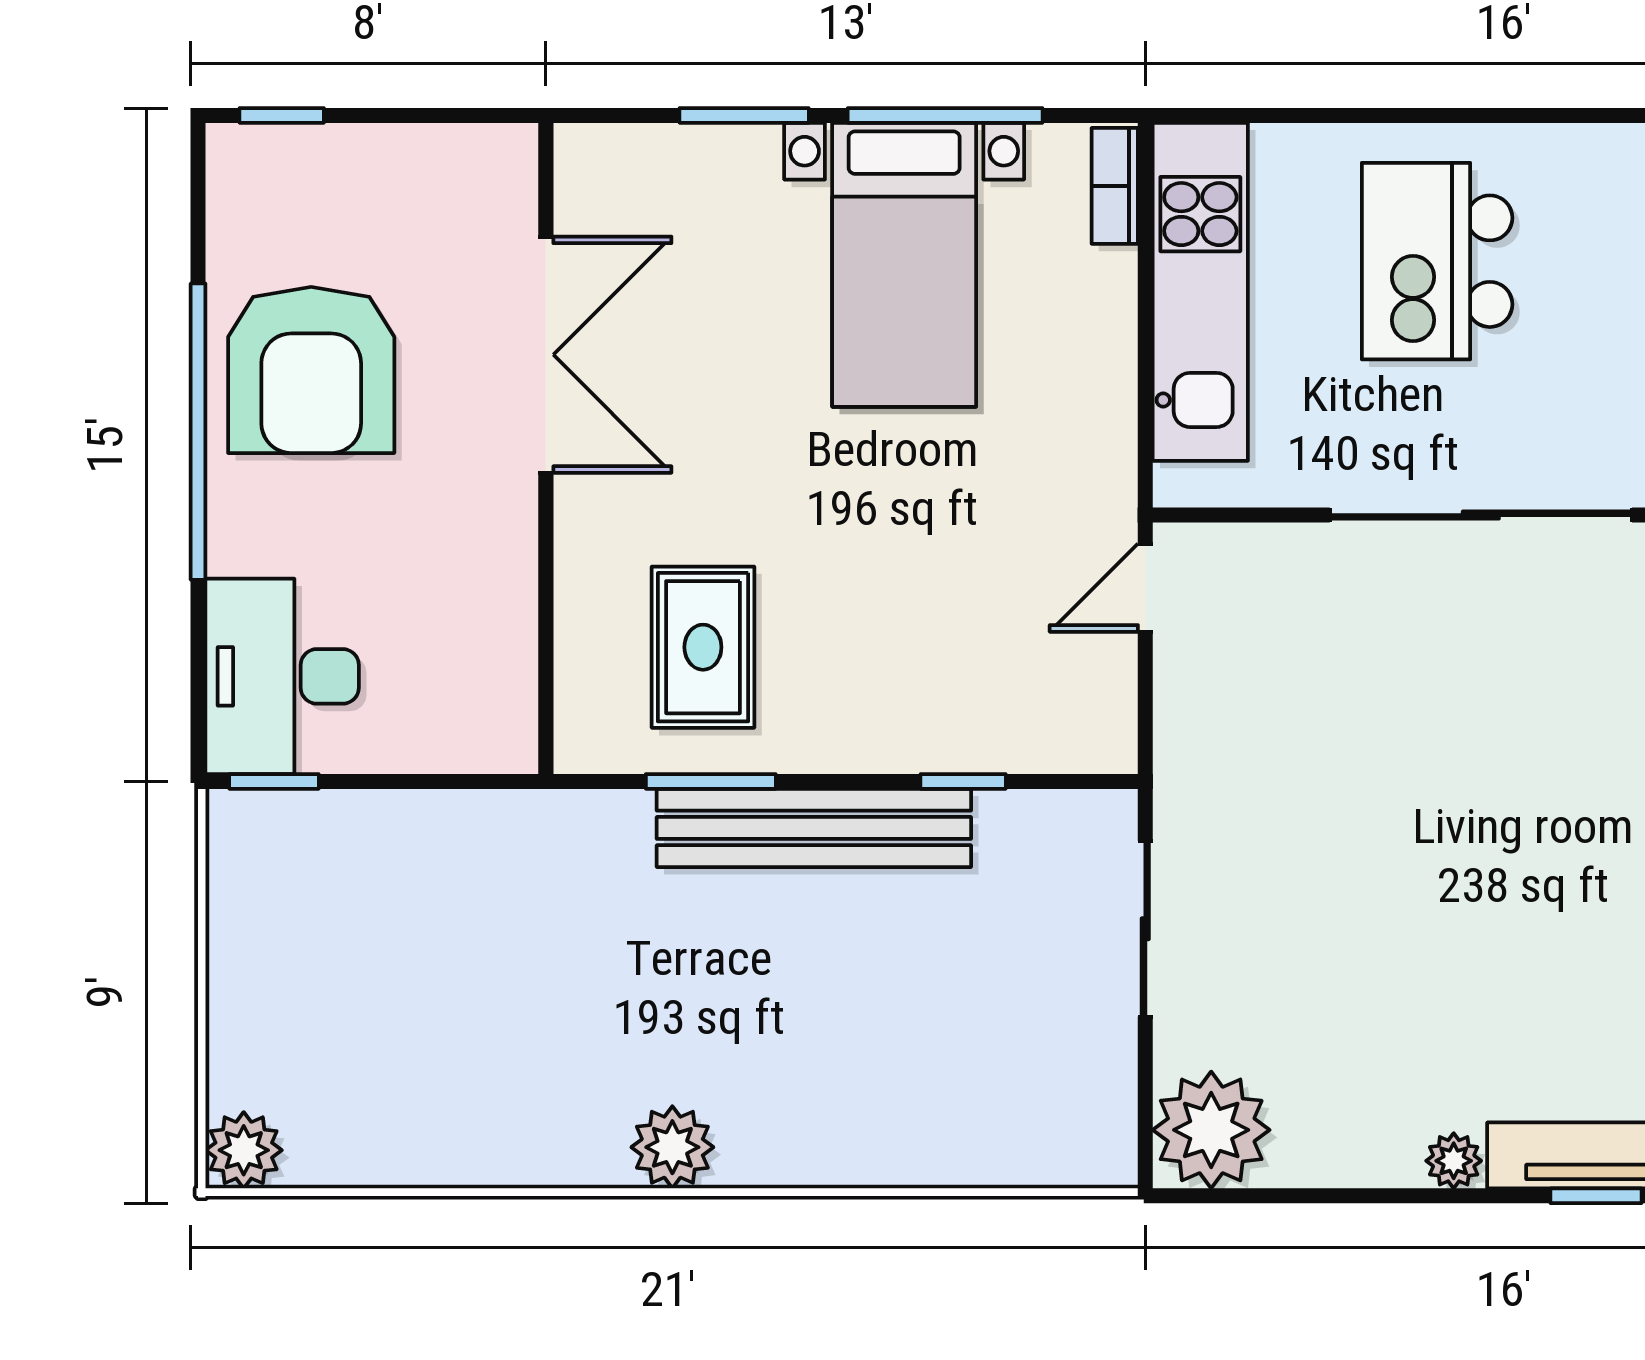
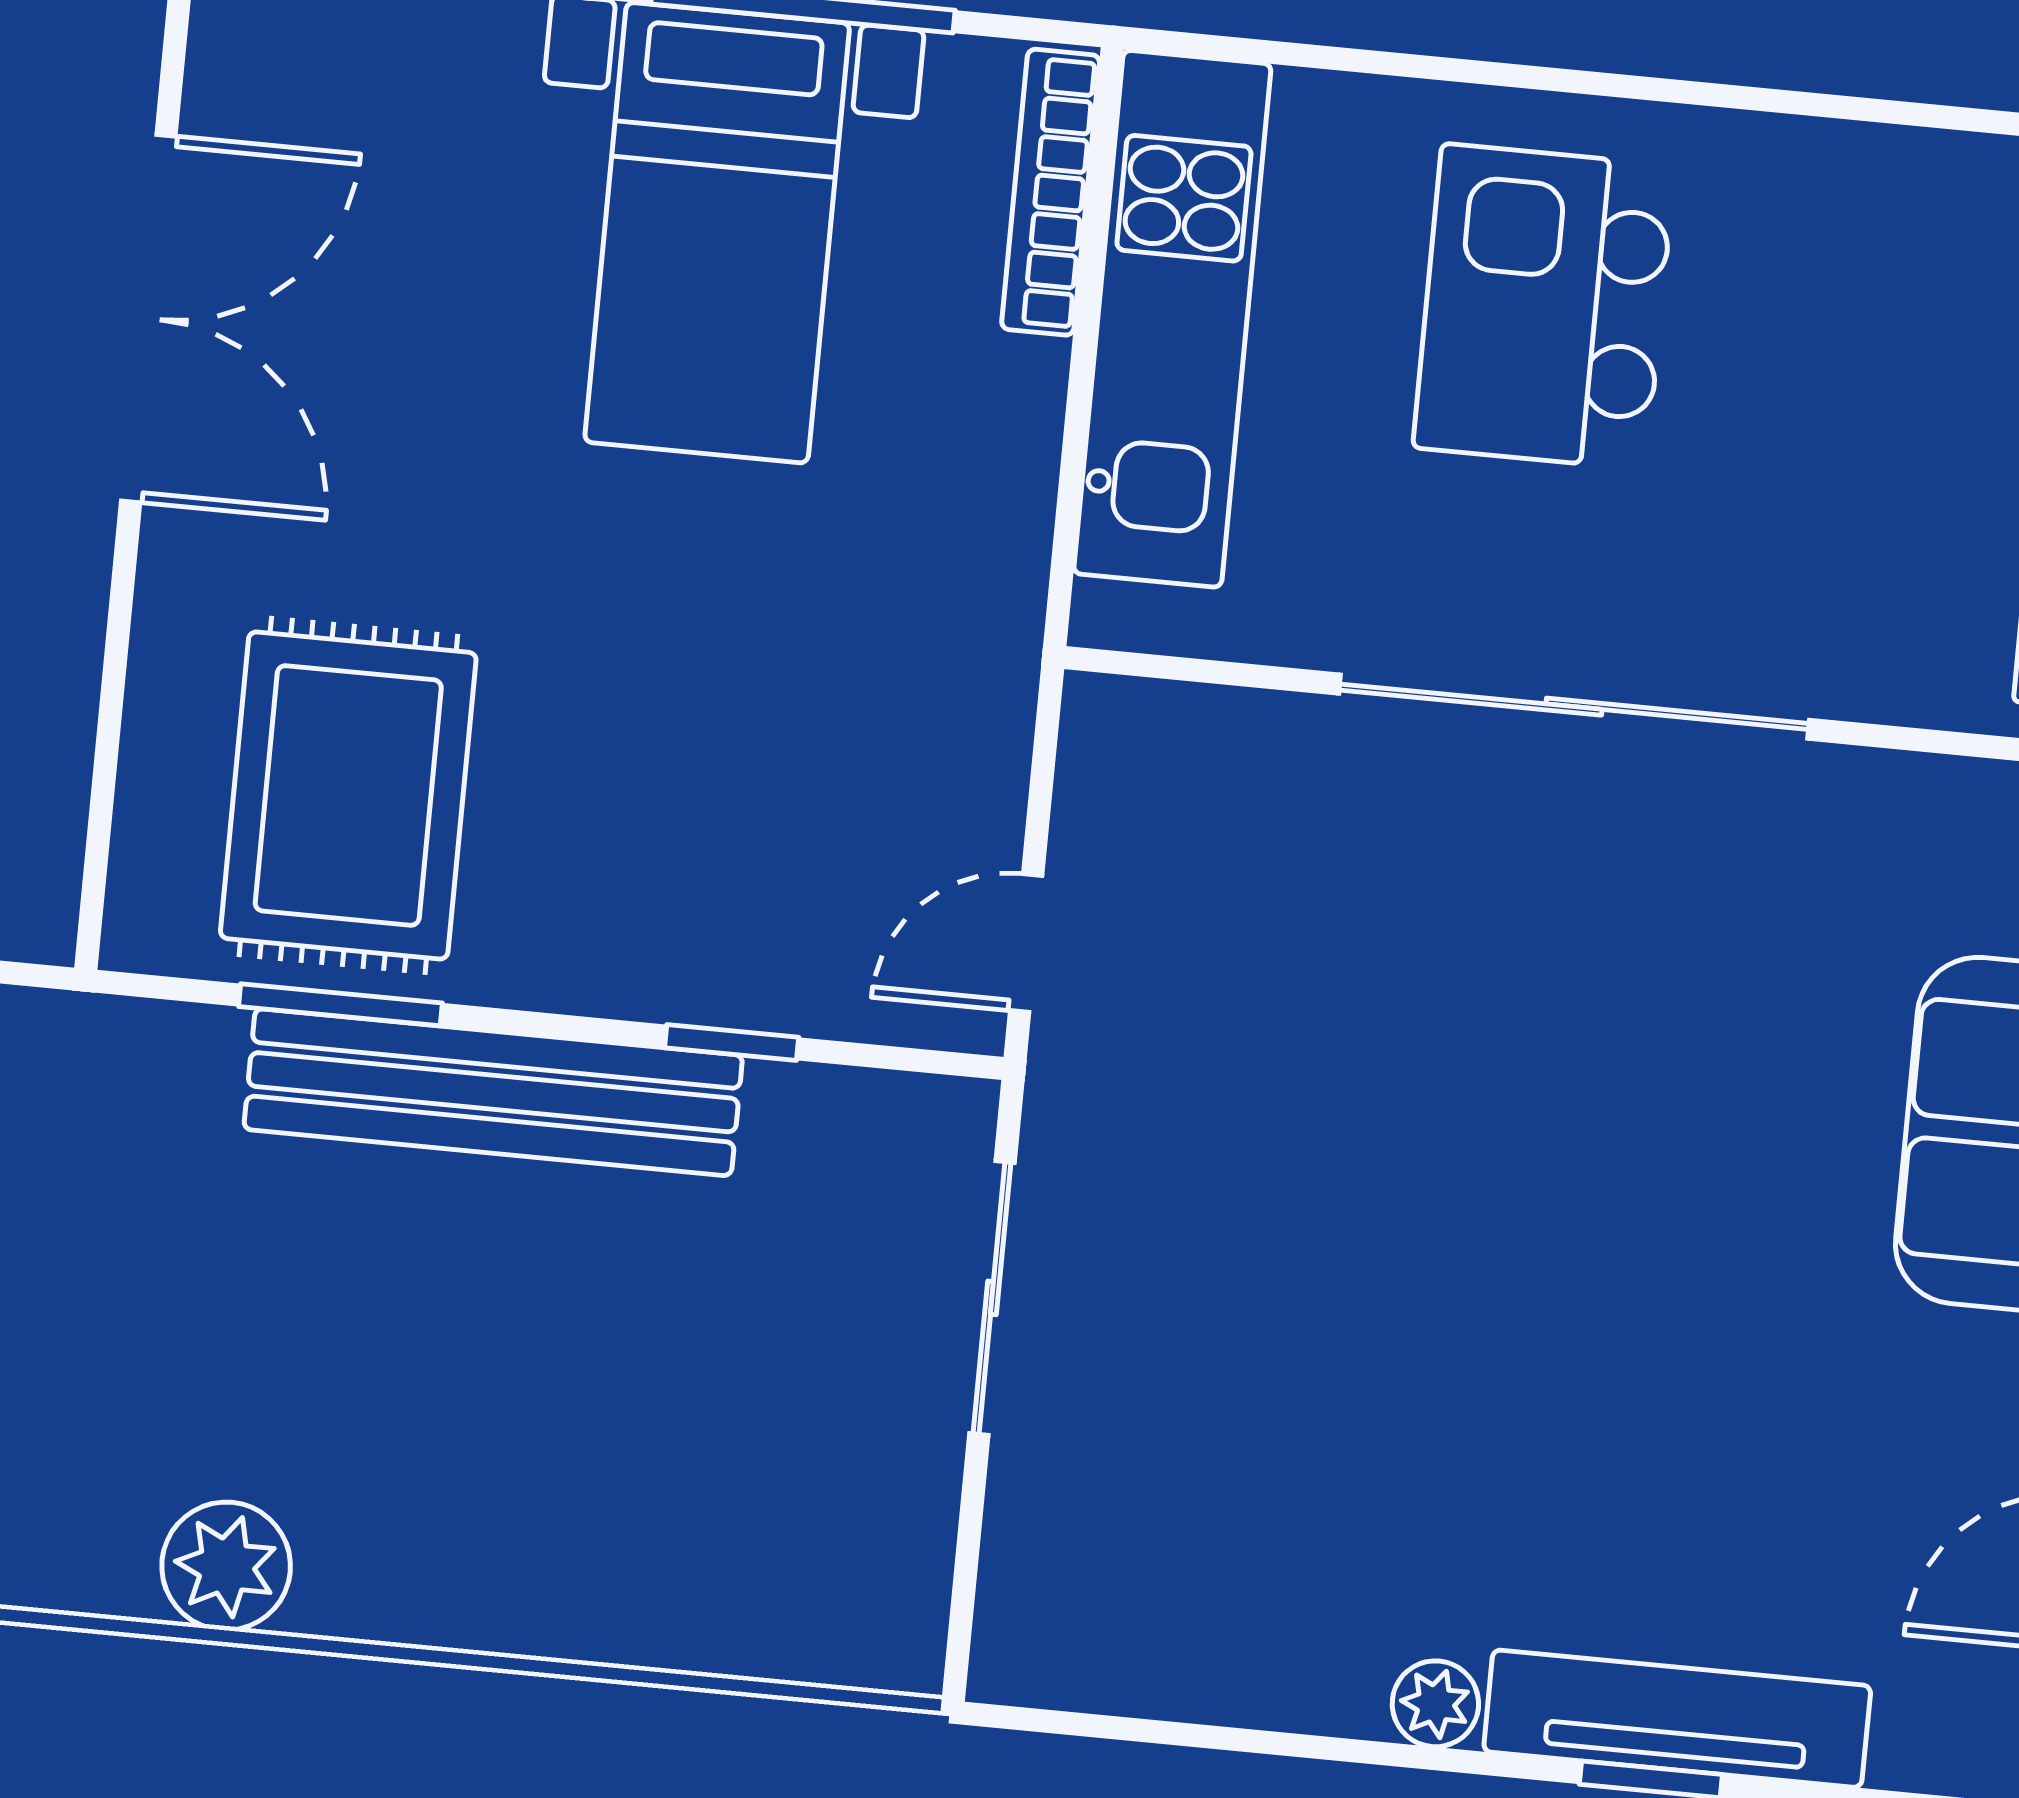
bookcase: (1115, 186) -> (1051, 192), width x1.56
door: (1145, 588) -> (1026, 943), moved
rug: (703, 647) -> (348, 795), width x1.36, depth x1.43
plant: (1211, 1130) -> (1064, 1620), removed

